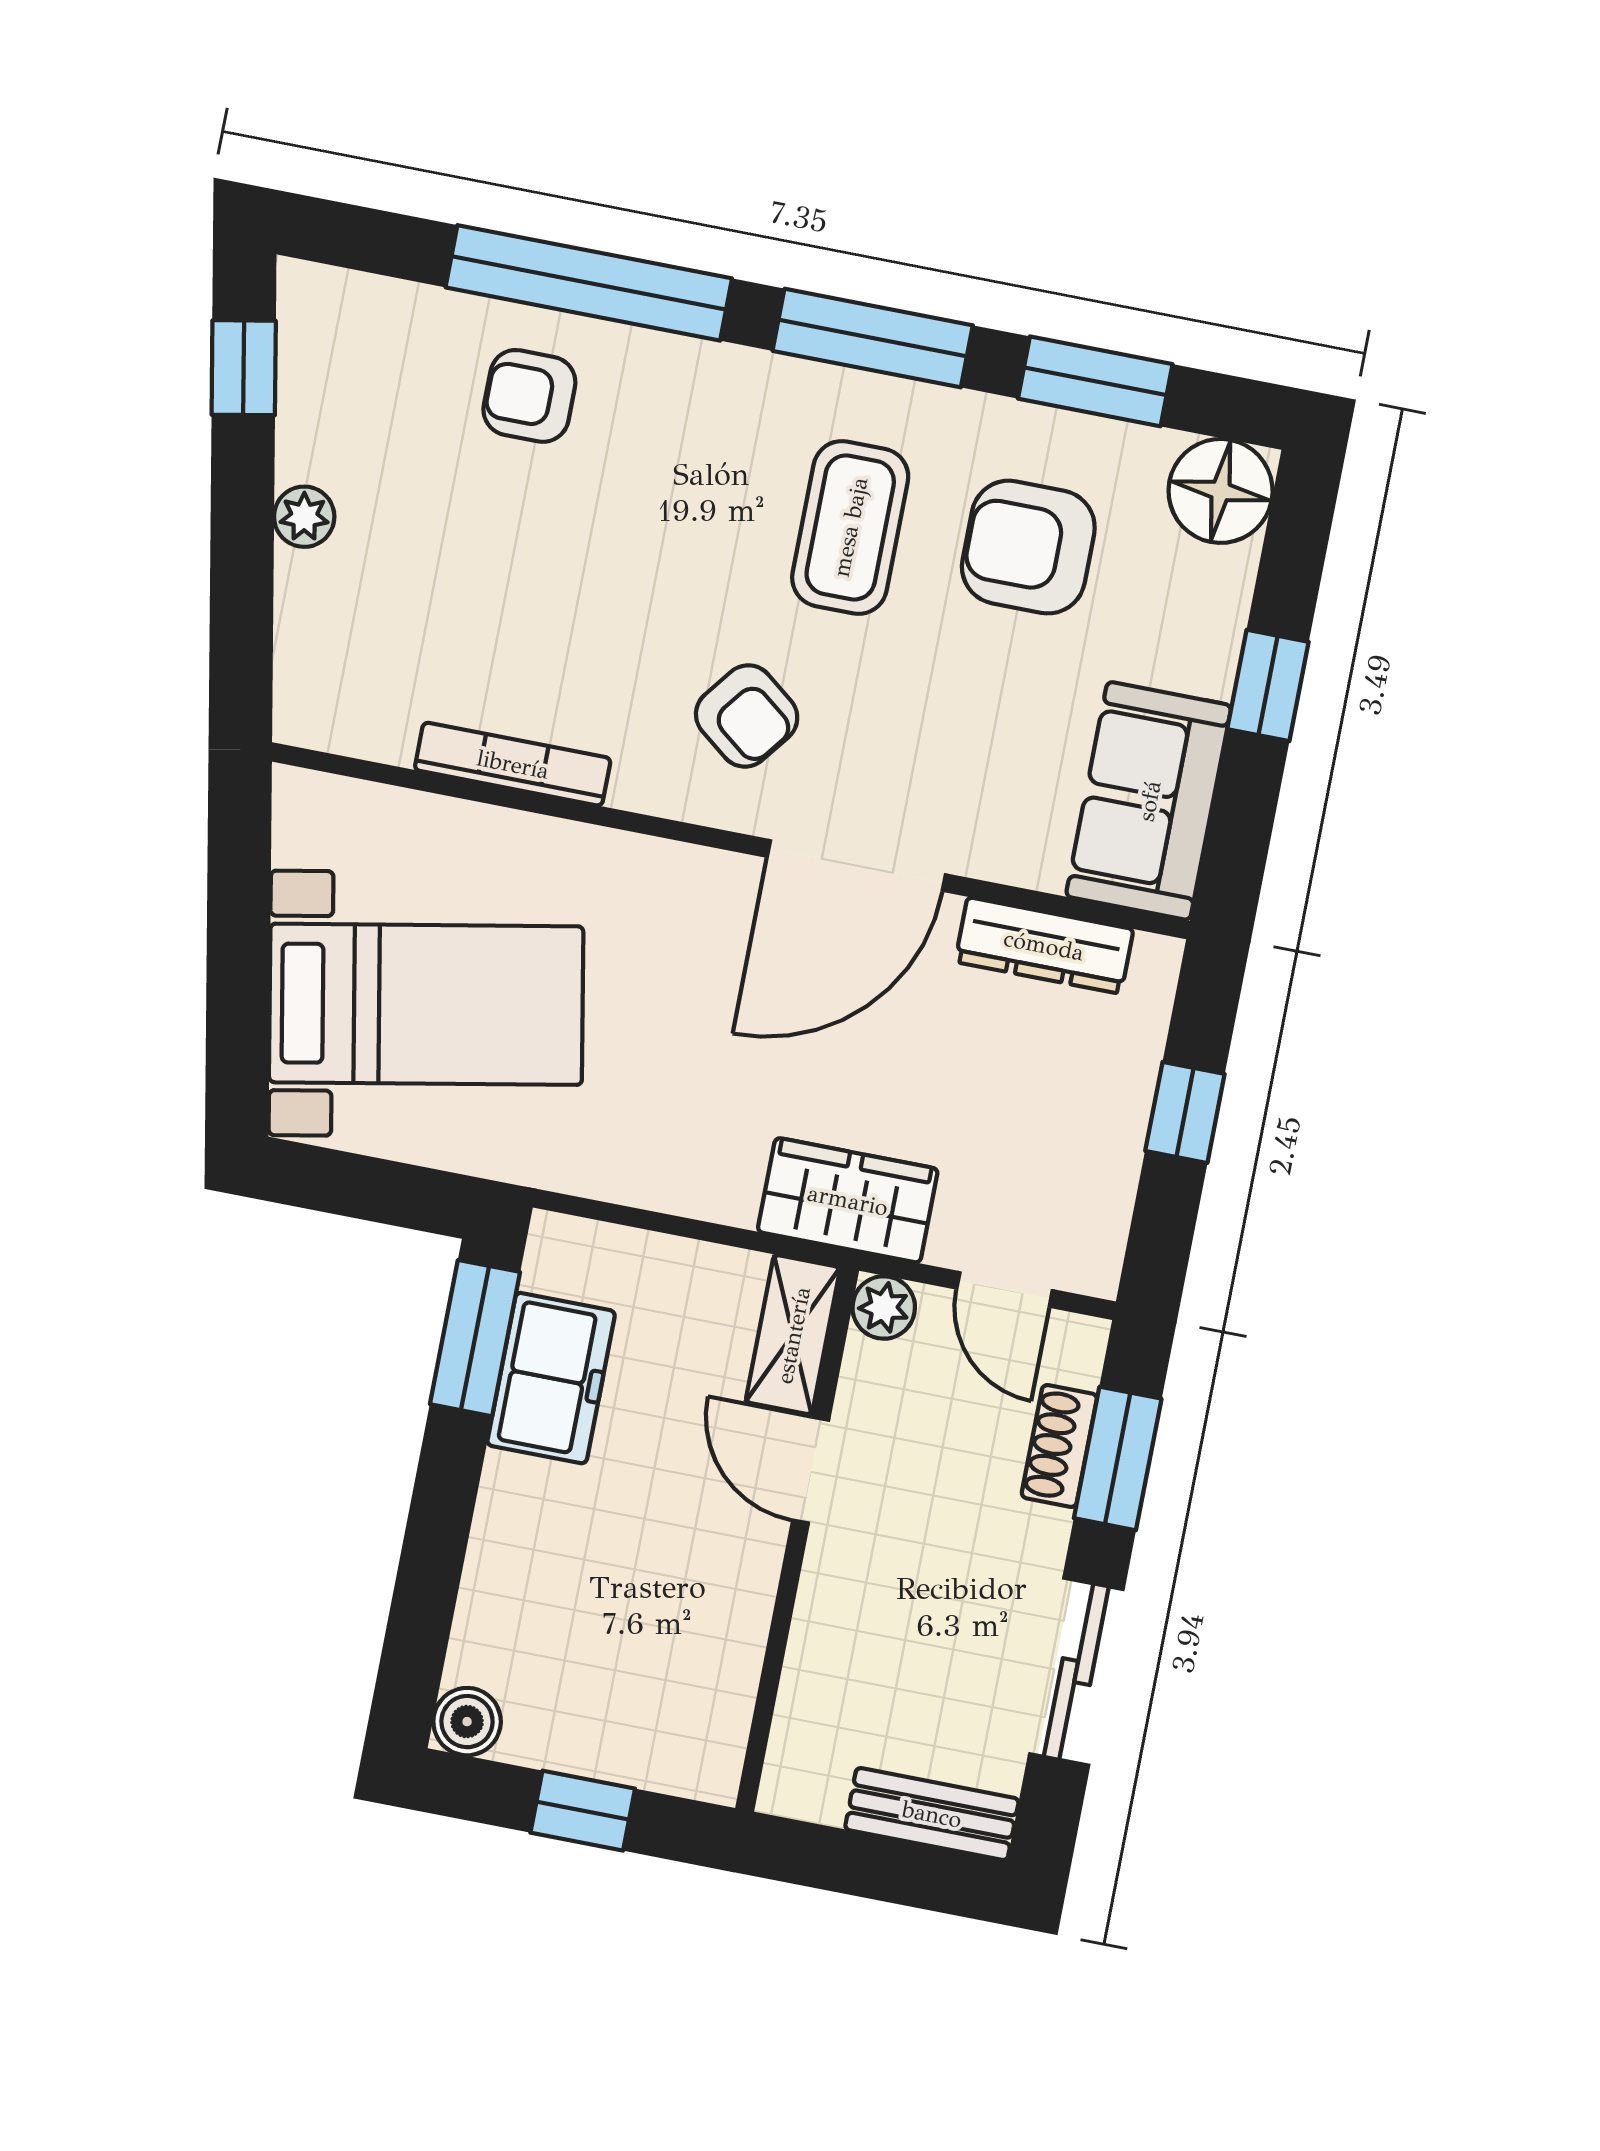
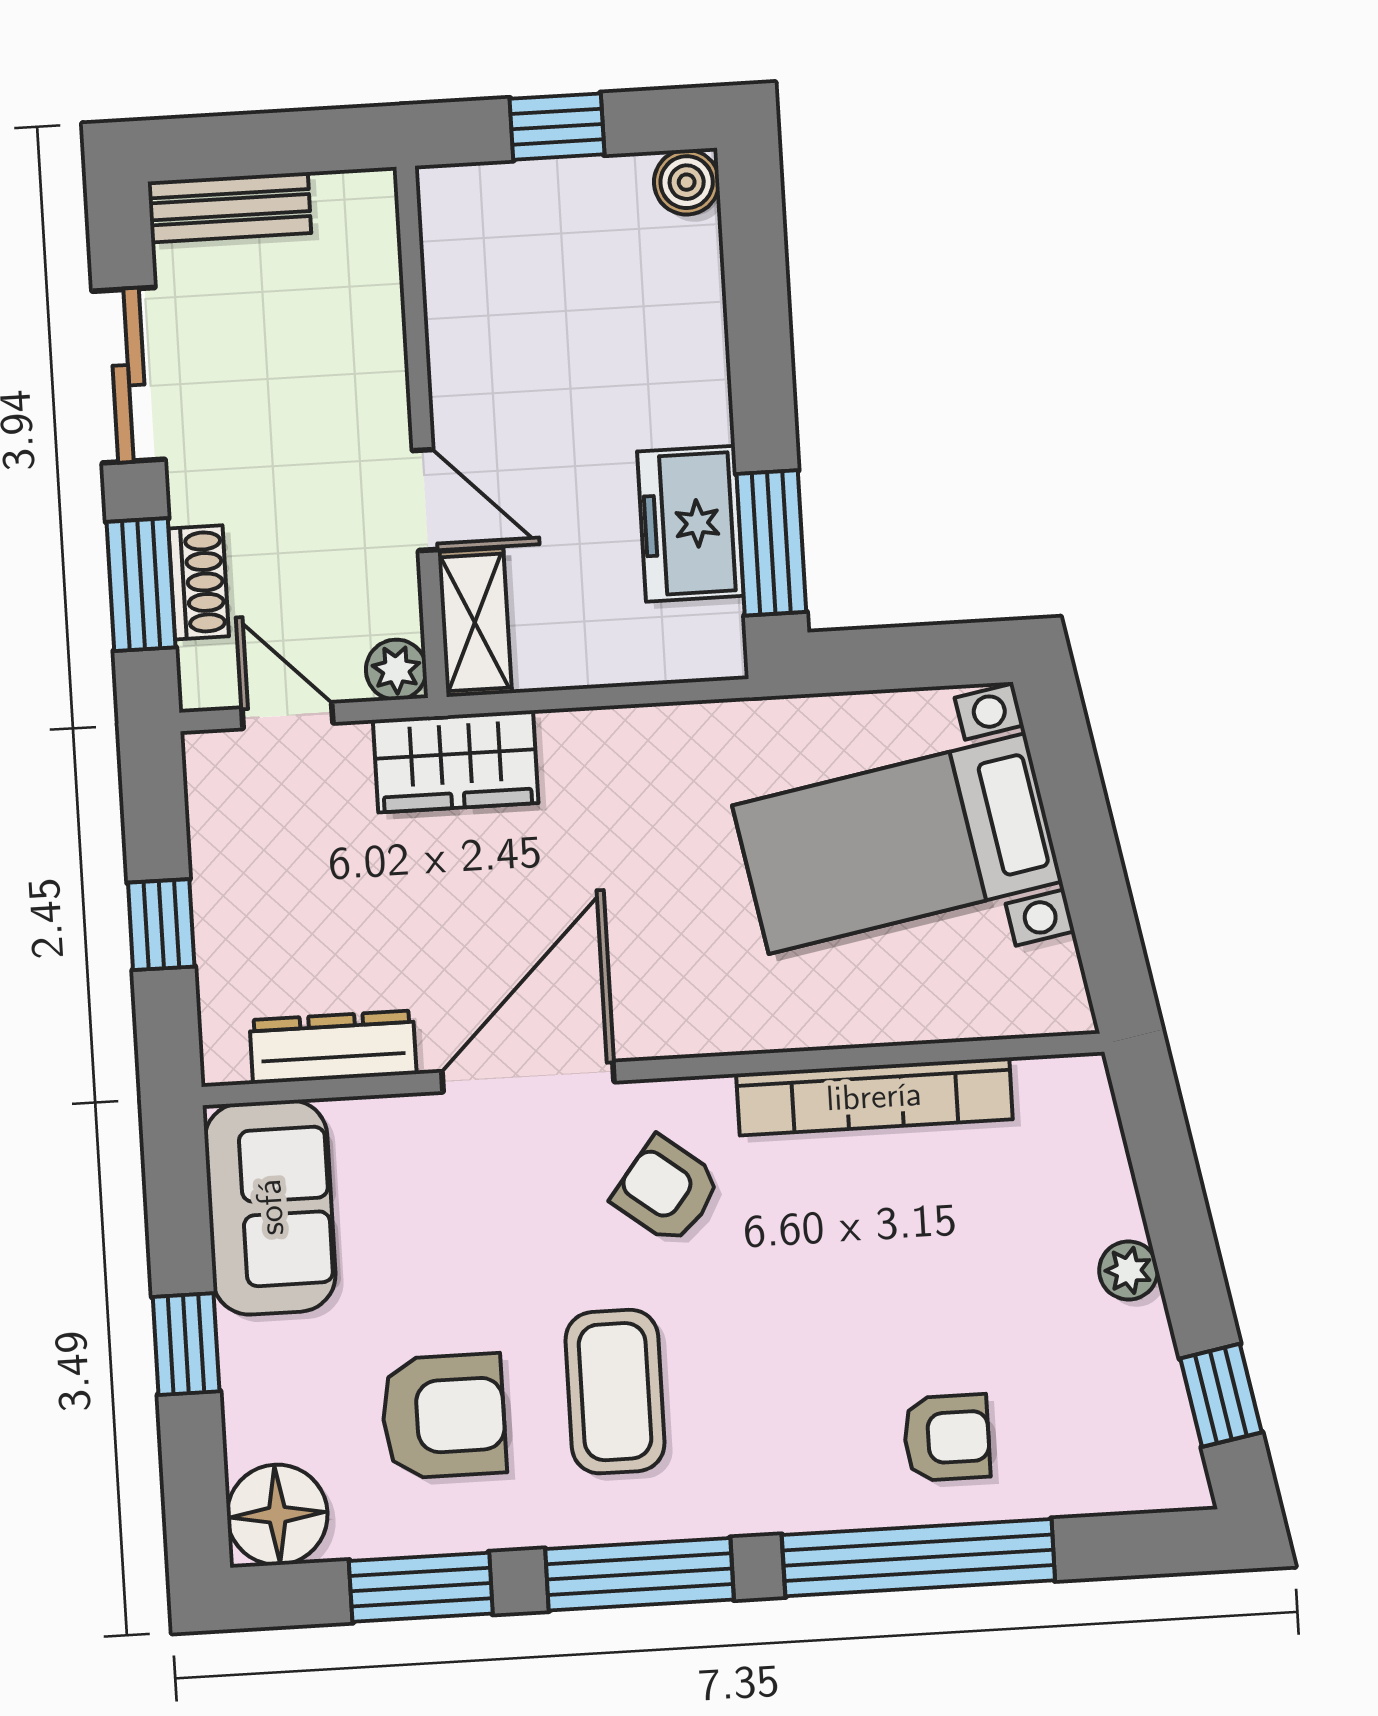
bookcase: (513, 764) -> (874, 1096), width x1.48, depth x1.31

